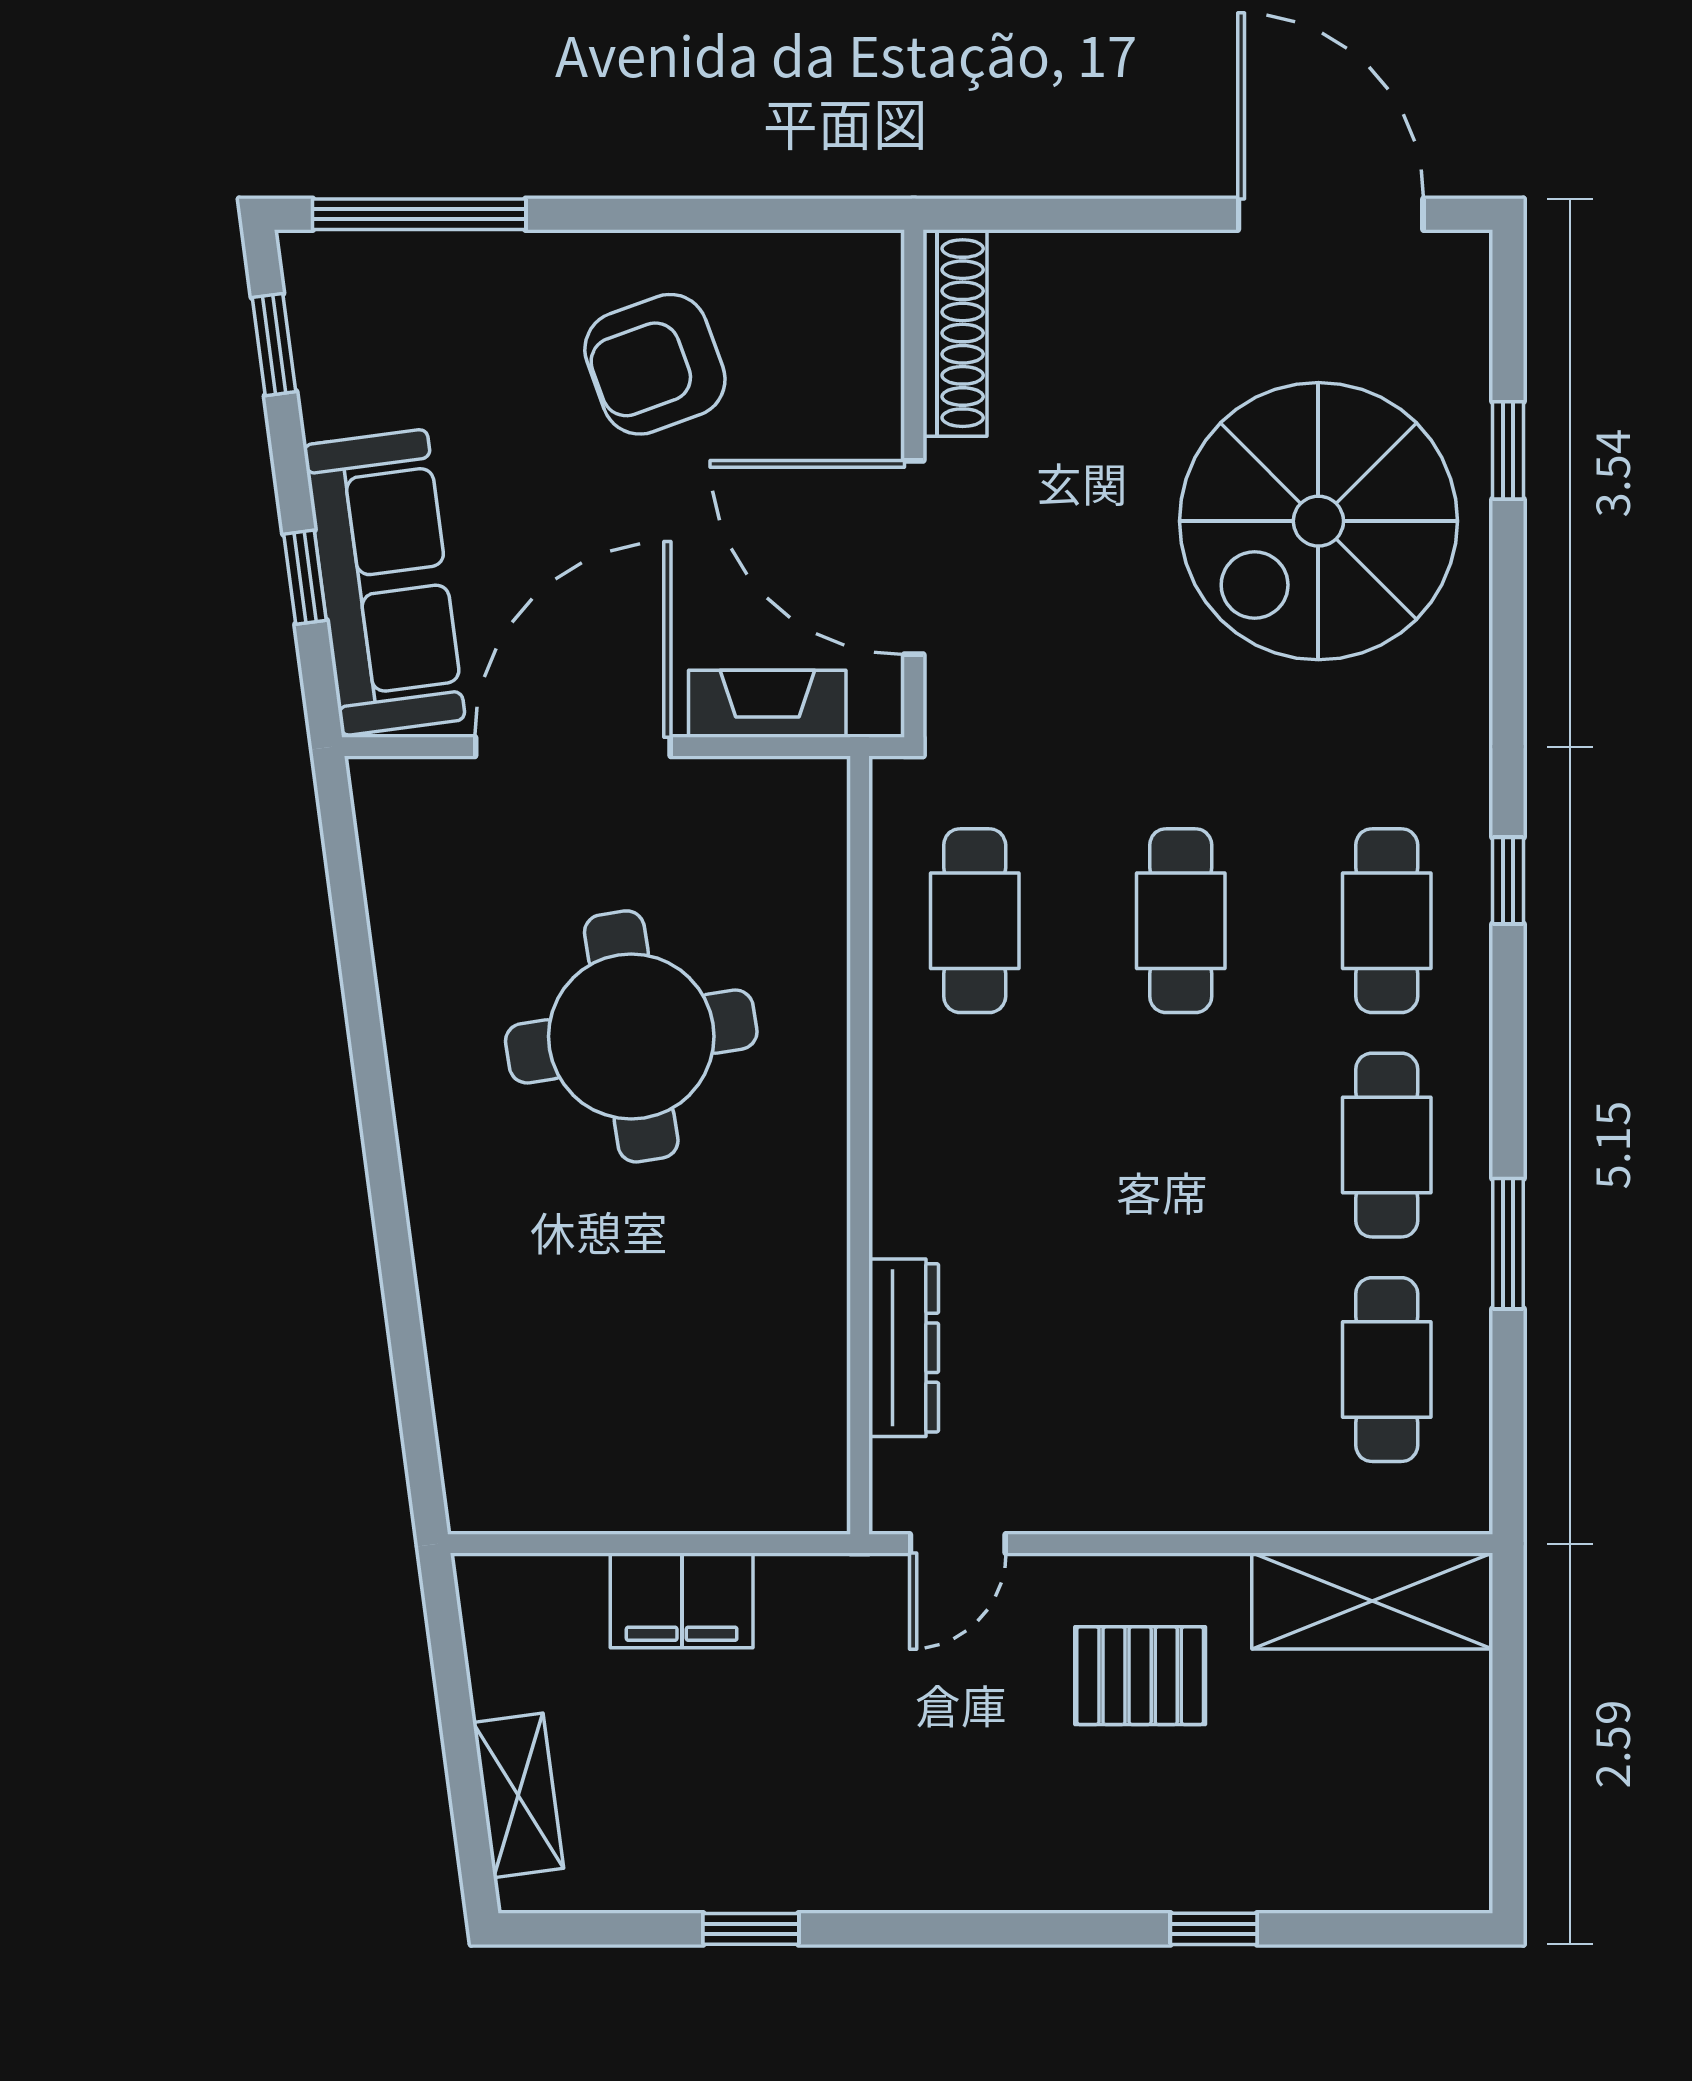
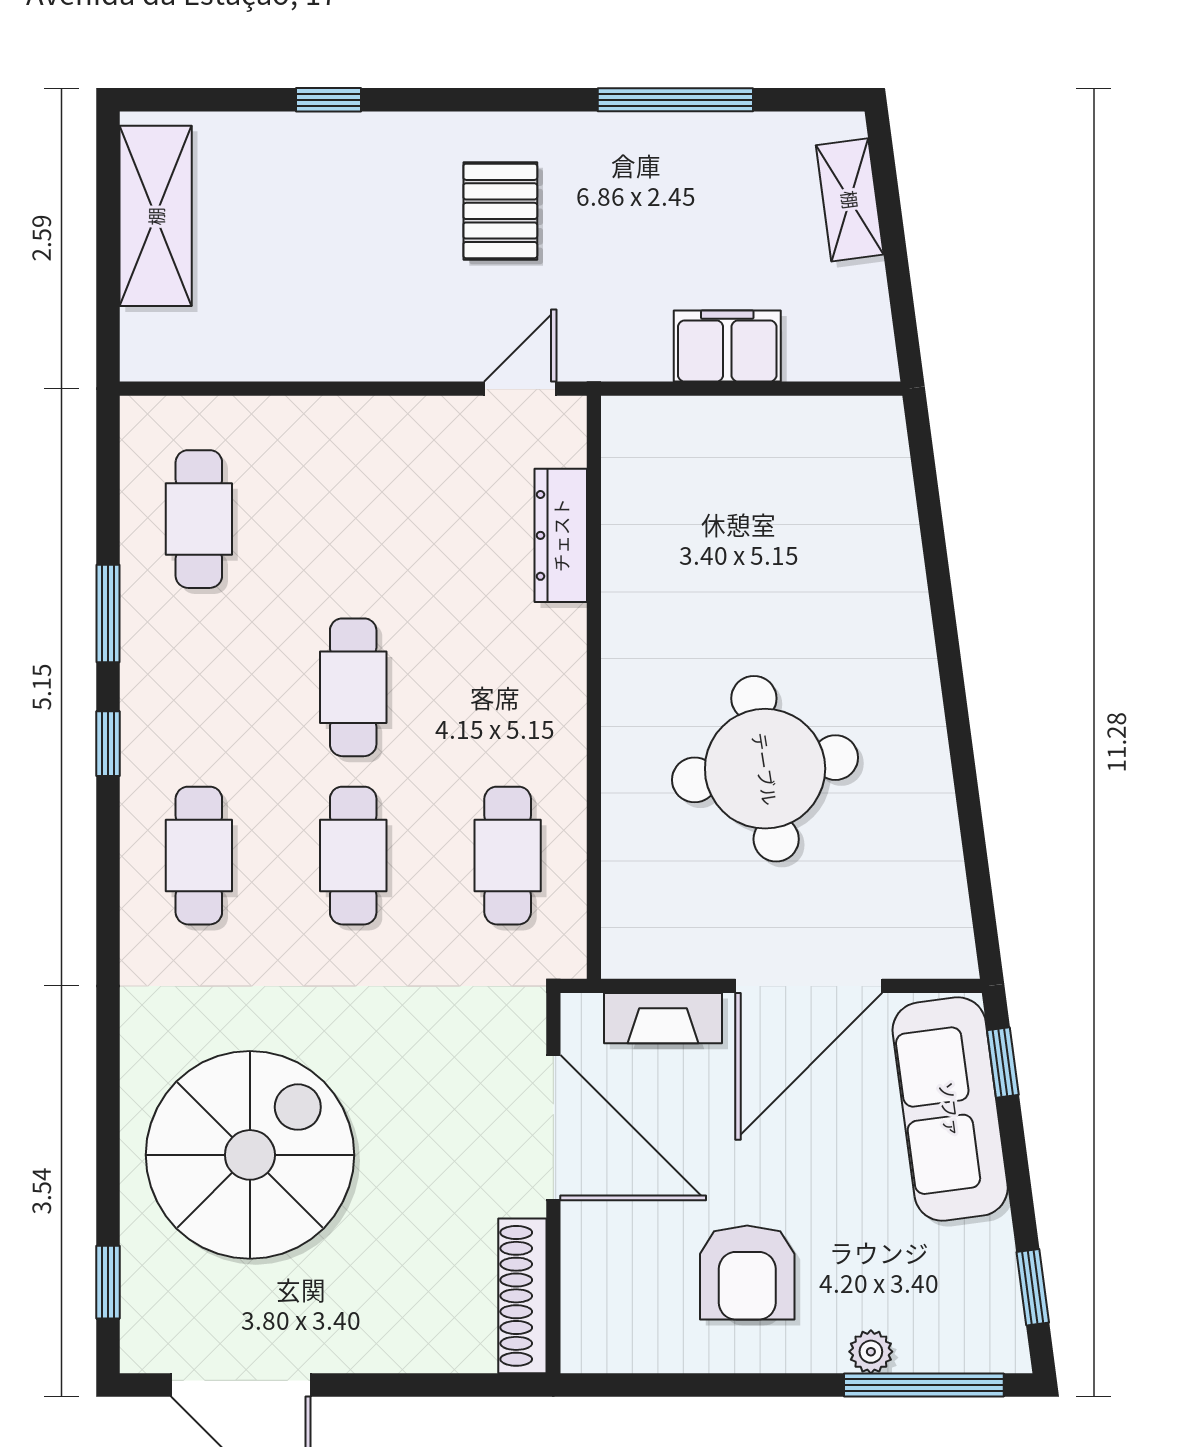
plant: (490, 259) -> (871, 1352), added
armchair: (655, 364) -> (747, 1273), turned 110
window: (1508, 450) -> (108, 1282), moved
window: (305, 577) -> (1003, 1062), moved
window: (1508, 881) -> (108, 744), moved
cafe table: (1387, 1145) -> (353, 687), moved
shelving: (1372, 1601) -> (156, 216), moved, turned 90
pallet: (1140, 1676) -> (500, 211), moved, turned 90
window: (751, 1929) -> (675, 100), width x2.17

